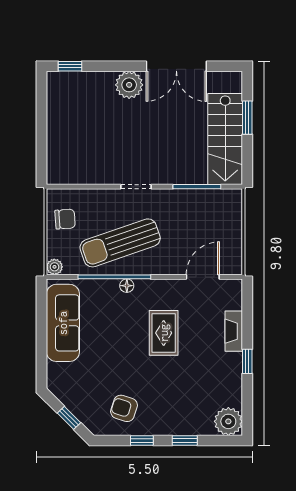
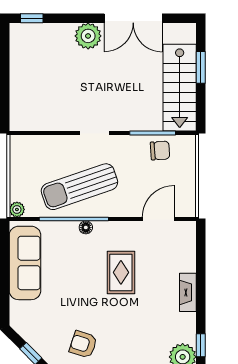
chair: (65, 219) -> (160, 150), moved
fireplace: (234, 331) -> (188, 292), moved
window: (247, 361) -> (201, 345), moved

